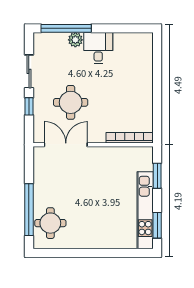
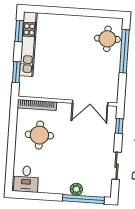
desk: (98, 48) -> (26, 179), moved
round table: (71, 102) -> (39, 135), moved
window: (29, 106) -> (119, 126), moved

